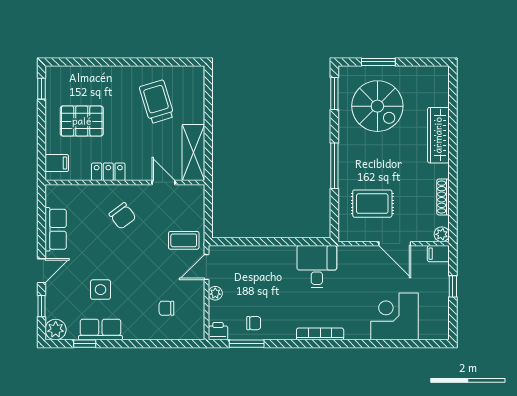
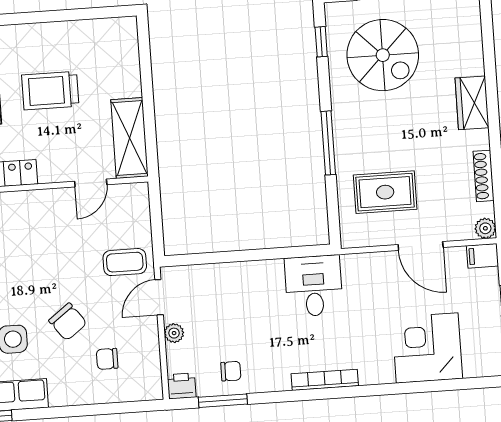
window: (334, 94) -> (321, 42), width x0.67
trolley: (157, 102) -> (50, 91), moved, turned -73
wardrobe: (438, 135) -> (472, 103), width x0.67
door: (164, 182) -> (91, 183), swing flipped
chair: (122, 216) -> (68, 322), moved

